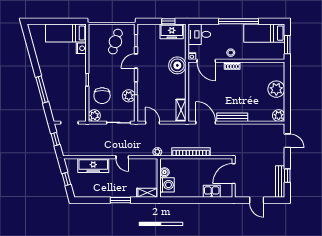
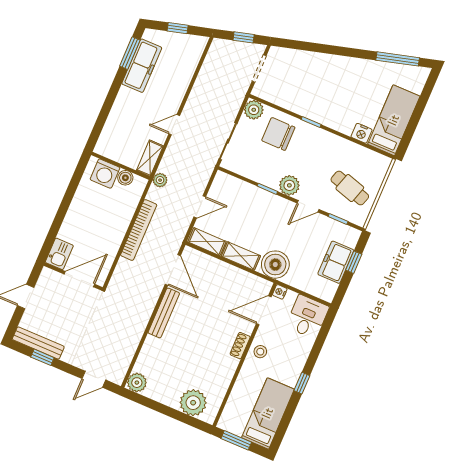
window: (168, 21) -> (354, 262), moved
window: (239, 21) -> (302, 383), width x0.32
freezer: (172, 31) -> (336, 262), moved
door: (136, 61) -> (308, 206), swing flipped
shelving: (181, 87) -> (241, 256), added
plant: (276, 89) -> (193, 403), moved
window: (42, 90) -> (398, 59), moved
plant: (129, 96) -> (289, 185), moved
door: (153, 123) -> (200, 207), moved
door: (206, 123) -> (173, 270), hinge flipped
freezer: (93, 166) -> (142, 66), moved, turned 180
door: (234, 174) -> (79, 279), hinge flipped
kitchen sink: (212, 191) -> (59, 254), moved
shelving: (147, 193) -> (150, 158), moved
window: (120, 200) -> (130, 53), moved

